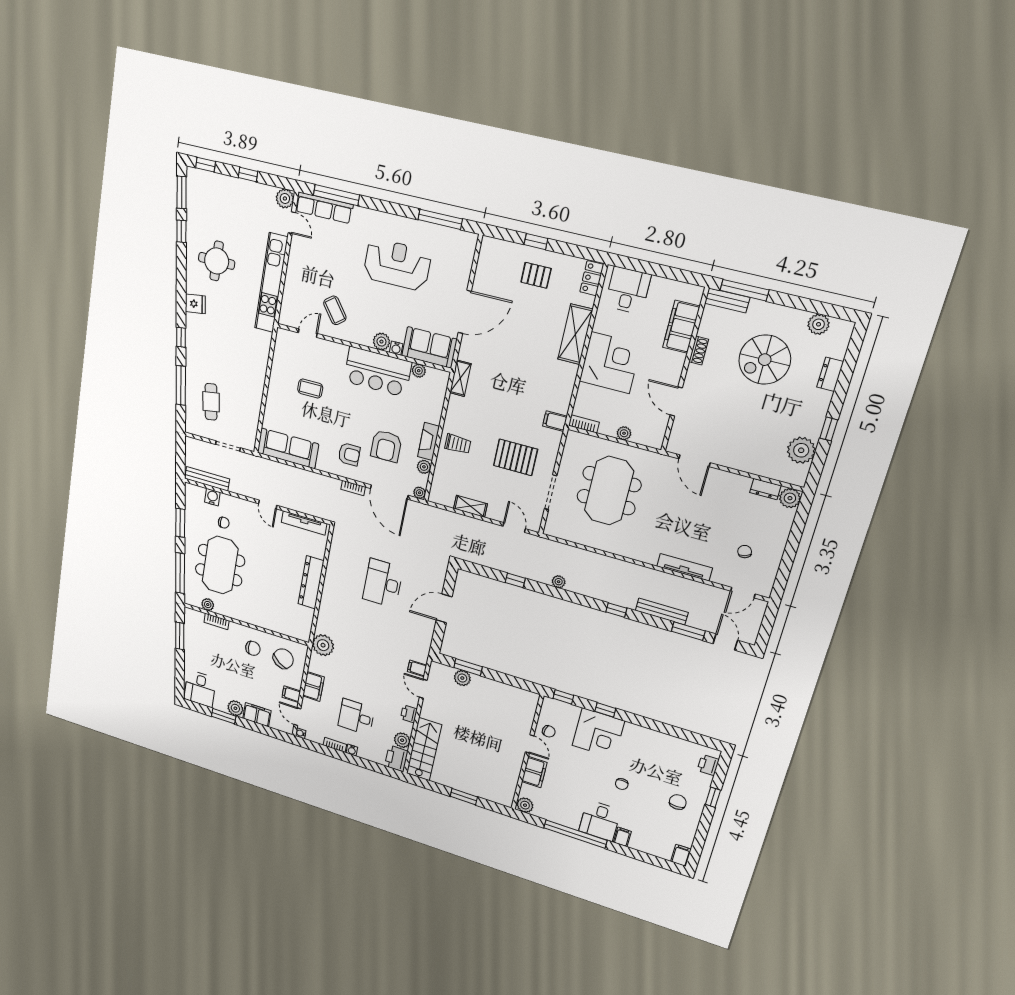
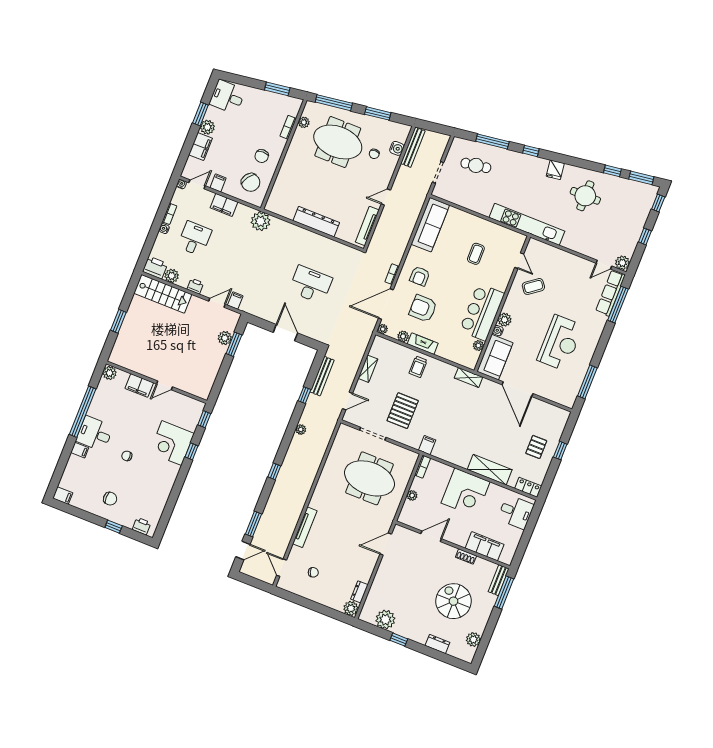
kitchen unit: (271, 283) -> (527, 224), moved
bench: (662, 612) -> (322, 376), moved
chair: (549, 731) -> (175, 403), removed

